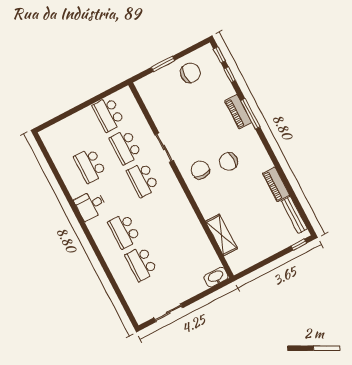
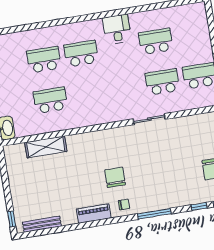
piano: (238, 112) -> (160, 203), removed
chair: (200, 170) -> (124, 205), moved, width x0.54, depth x0.54
school desk: (143, 180) -> (50, 100), moved
piano: (276, 184) -> (94, 214), moved

